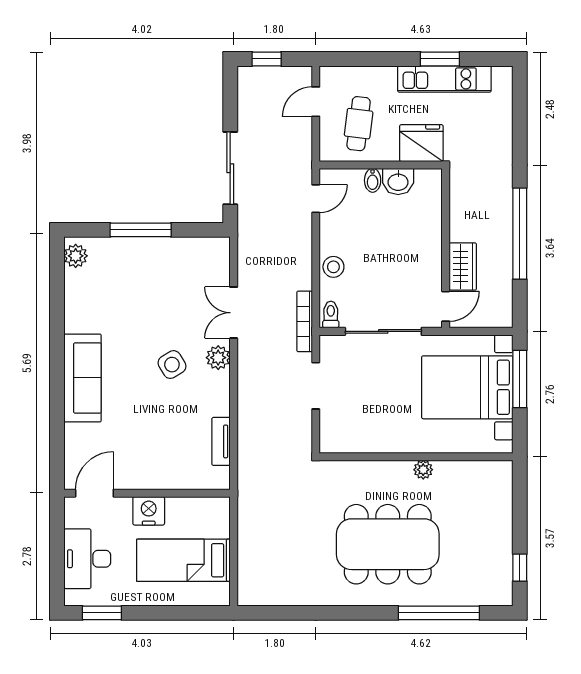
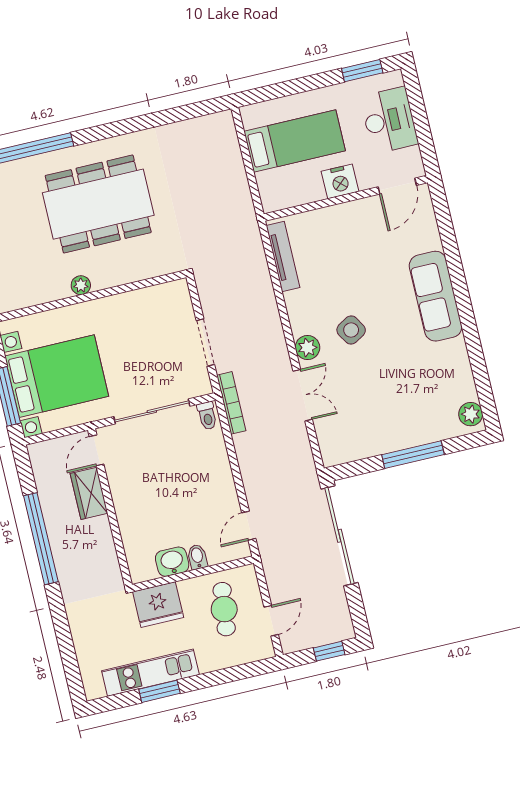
sliding door: (230, 168) -> (339, 536), width x1.36
stool: (333, 267) -> (216, 463), removed
tv unit: (221, 441) -> (283, 256), width x1.41

